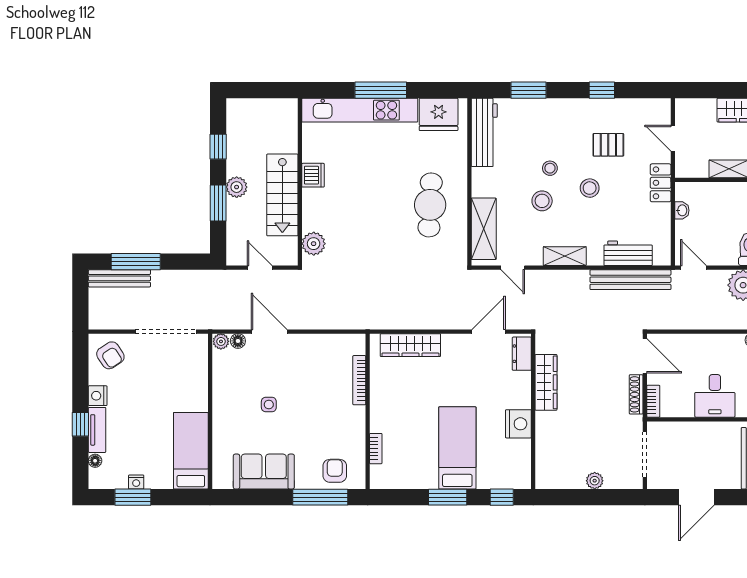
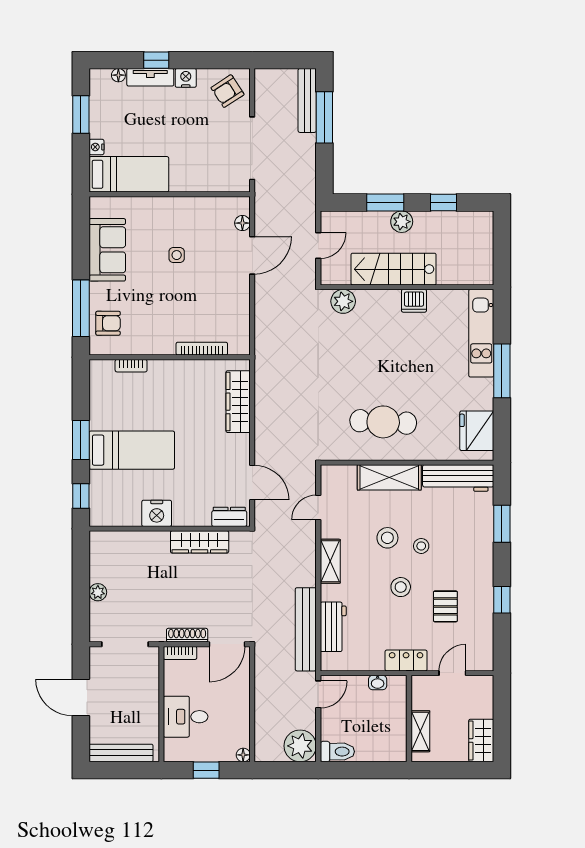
kitchen unit: (360, 110) -> (481, 333), width x0.73
shelving: (484, 229) -> (389, 477), moved
plant: (221, 341) -> (242, 206), removed
nightstand: (136, 482) -> (96, 147), moved

